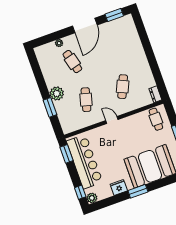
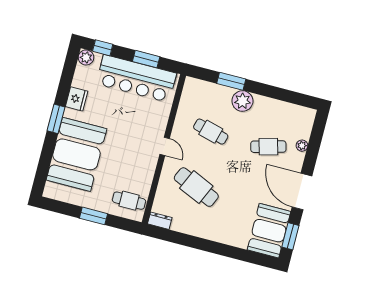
booth: (119, 29) -> (269, 231), added
cafe table: (123, 87) -> (196, 187), width x1.37, depth x1.35
door: (112, 120) -> (165, 146), hinge flipped
window: (67, 154) -> (146, 59), moved

